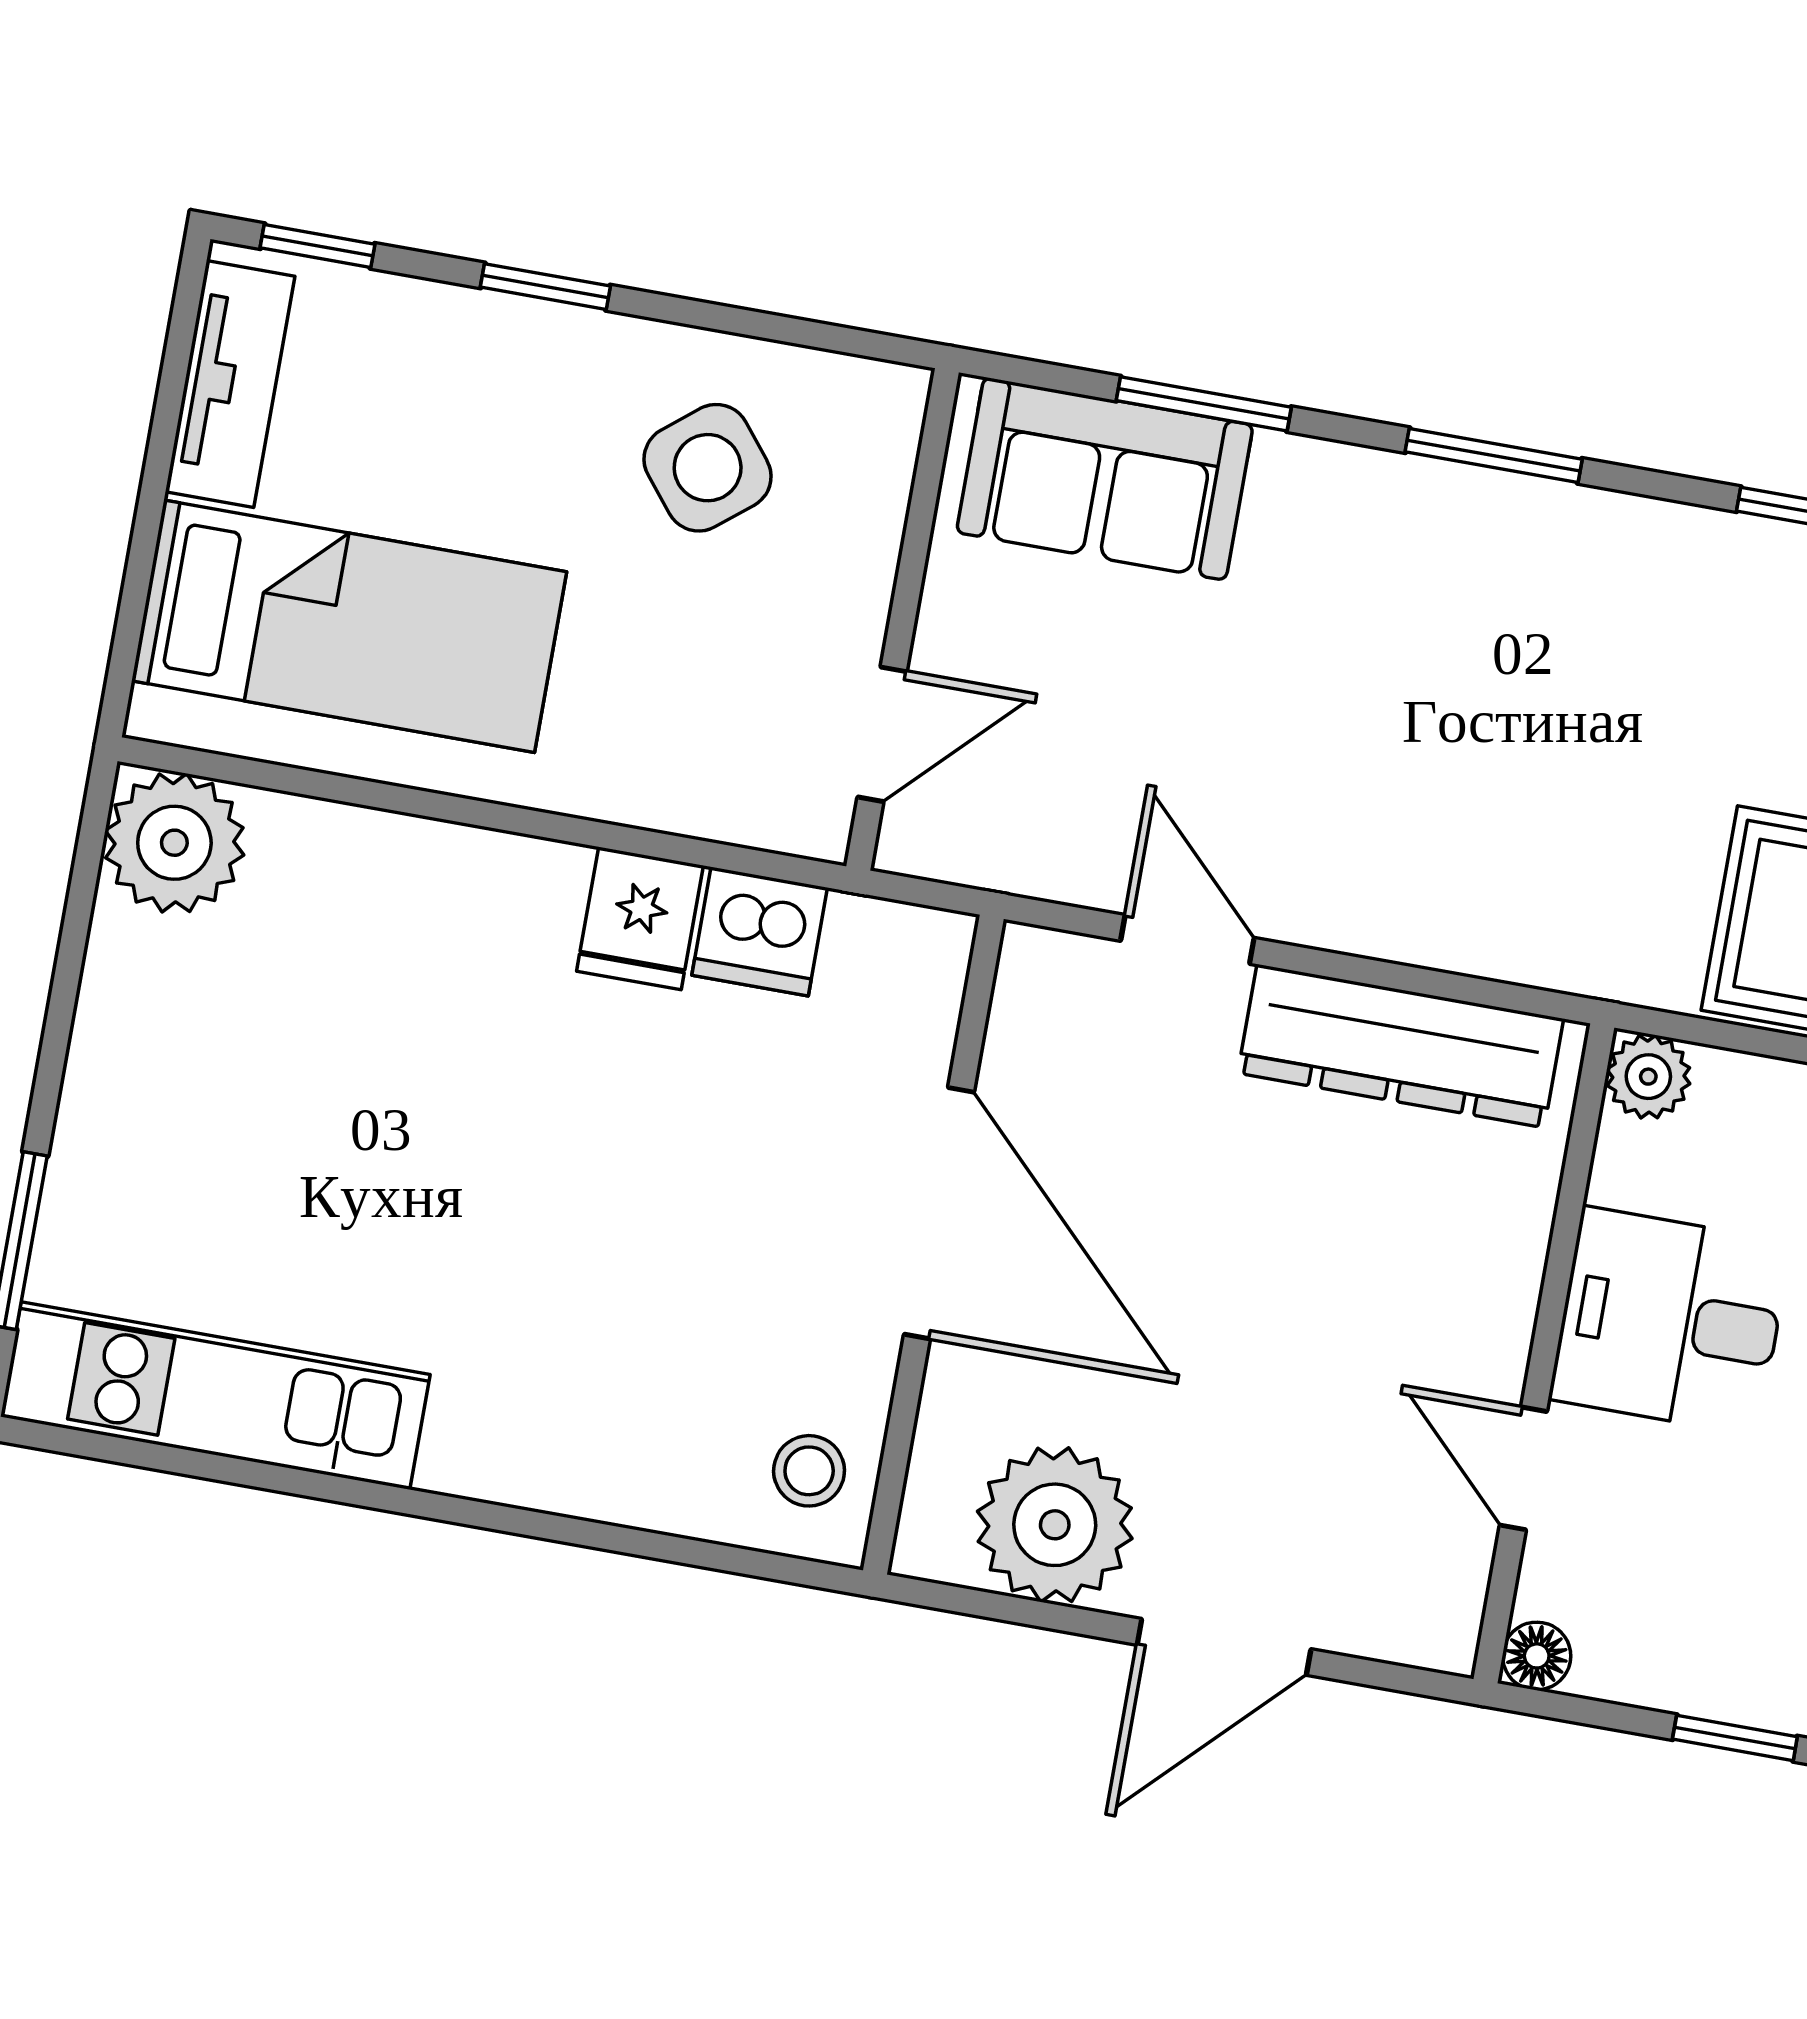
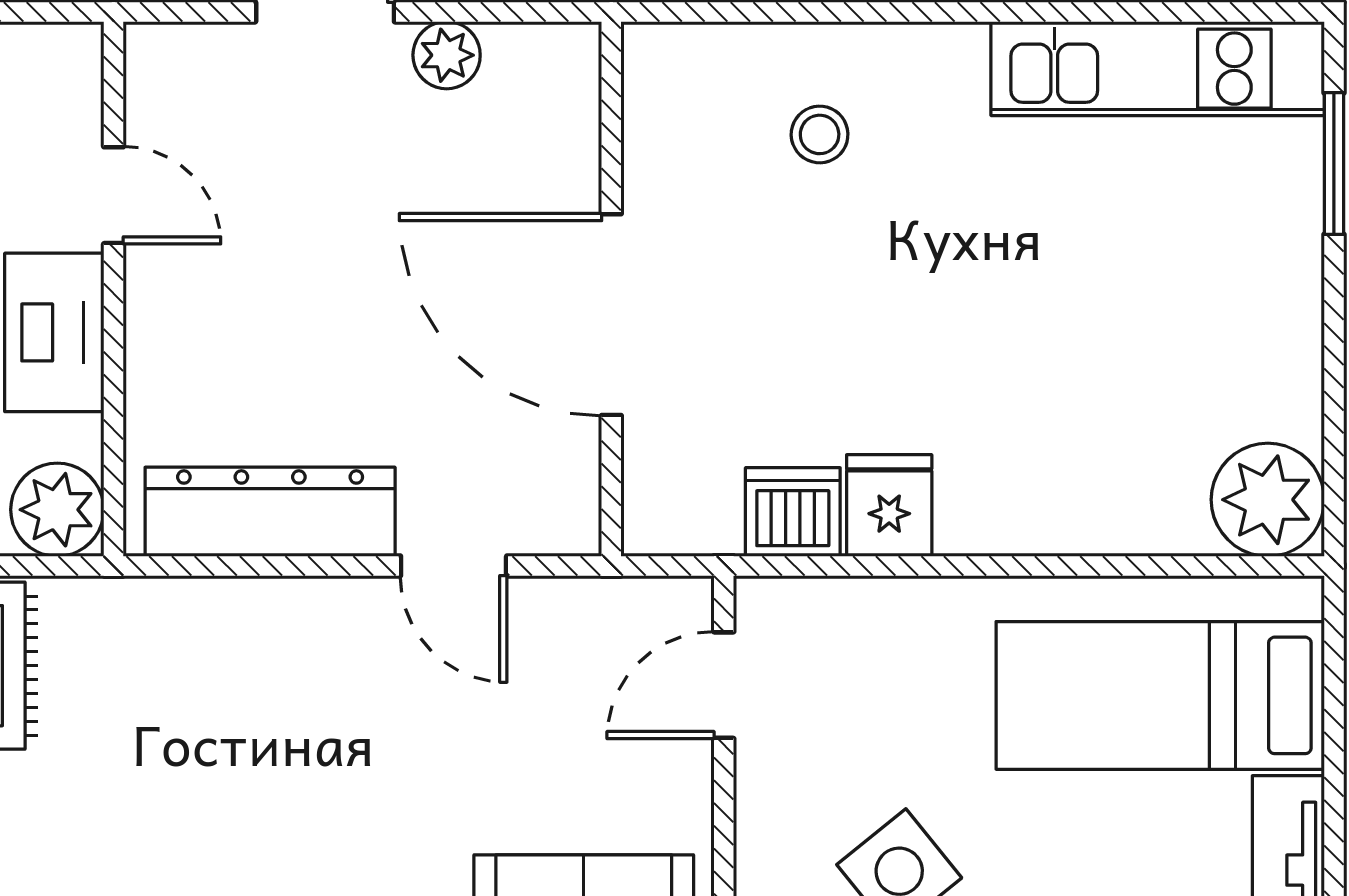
plant: (1648, 1077) -> (57, 510), width x1.38, depth x1.38
stool: (809, 1471) -> (820, 134), moved
plant: (1055, 1525) -> (447, 55), width x0.53, depth x0.53
floor lamp: (1537, 1656) -> (77, 49), removed

